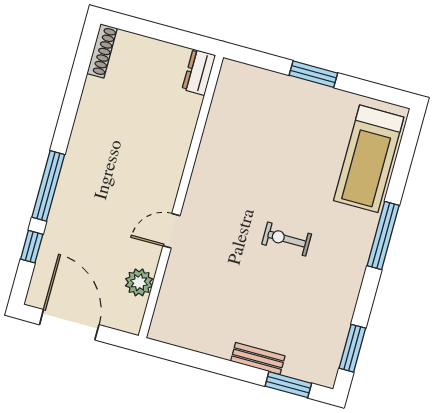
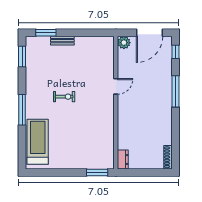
window: (313, 74) -> (97, 172), moved
window: (32, 247) -> (175, 52), moved
plant: (139, 282) -> (124, 43), moved
door: (69, 325) -> (150, 33), hinge flipped

